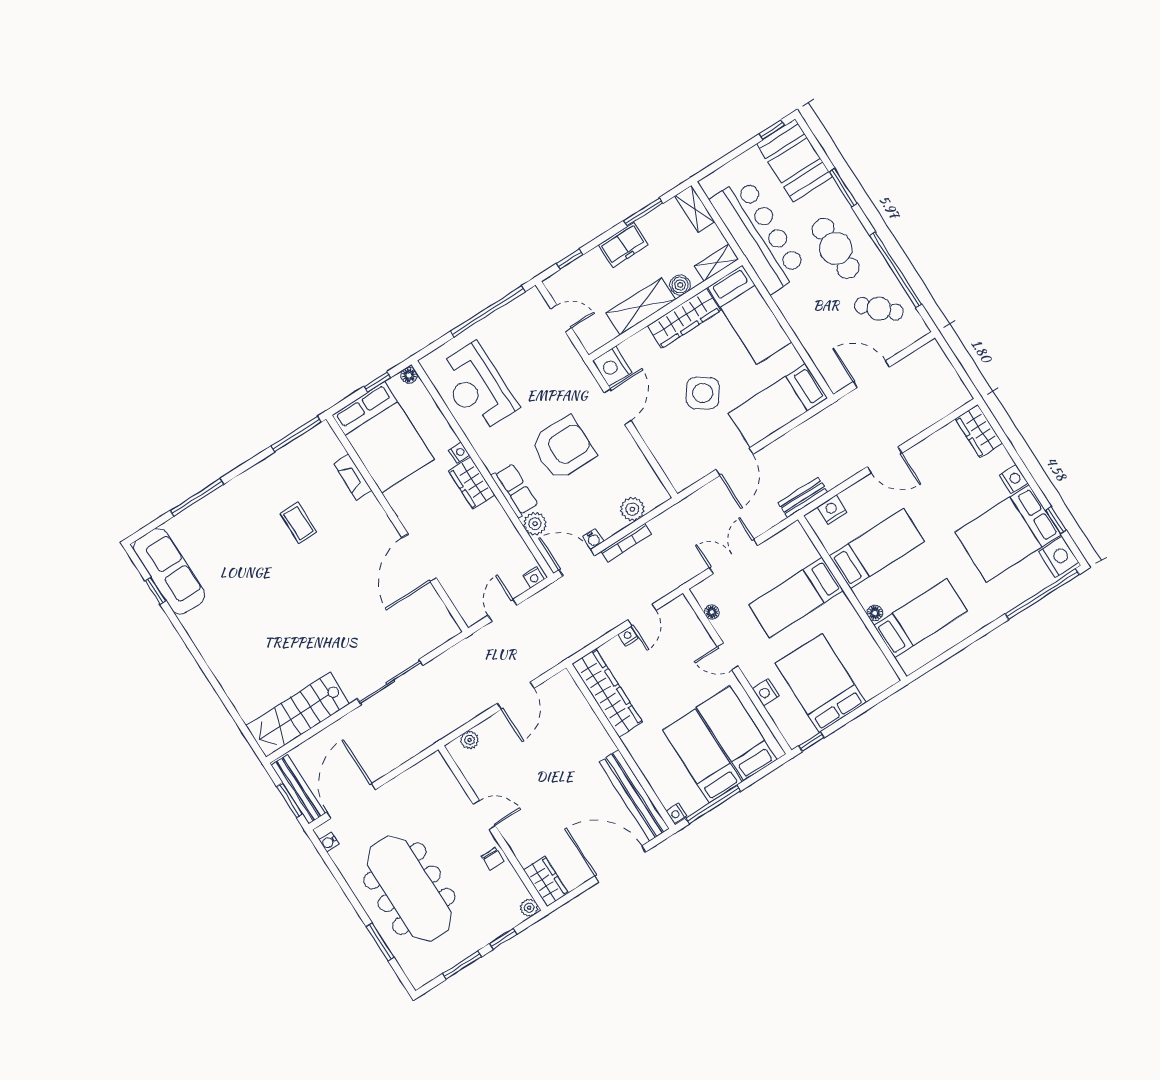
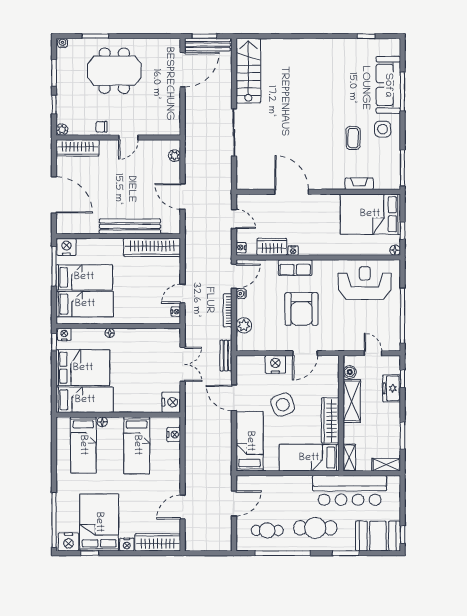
freezer: (623, 245) -> (392, 388), moved
boiler: (680, 285) -> (350, 372), moved
cafe table: (879, 309) -> (267, 530), turned 46
door: (561, 318) -> (373, 353), swing flipped
nightstand: (612, 366) -> (275, 364), moved
side table: (703, 393) -> (283, 405), turned 35
door: (618, 407) -> (305, 353), hinge flipped
wardrobe: (979, 431) -> (158, 542), width x1.50
nightstand: (459, 453) -> (293, 251), moved
door: (884, 460) -> (183, 507), moved
wardrobe: (472, 483) -> (272, 247), moved
side table: (262, 492) -> (383, 129), added
bench: (803, 497) -> (226, 355), moved
coffee table: (298, 523) -> (353, 138), turned 90
plant: (535, 524) -> (270, 267), removed
nightstand: (792, 540) -> (171, 402), added
sofa: (169, 571) -> (388, 85), moved, turned 90
bed: (796, 598) -> (85, 400), moved, turned 90
floor lamp: (712, 612) -> (110, 333), moved
door: (642, 615) -> (183, 294), hinge flipped
nightstand: (628, 636) -> (176, 312), moved
door: (728, 656) -> (130, 326), removed
nightstand: (766, 692) -> (64, 334), moved
bench: (634, 795) -> (130, 226), moved
door: (351, 801) -> (183, 70), hinge flipped
nightstand: (676, 814) -> (66, 247), width x1.89, depth x1.79
water cooler: (329, 842) -> (63, 43), moved
door: (620, 864) -> (54, 195), hinge flipped
wardrobe: (546, 881) -> (78, 148), width x1.50
meeting table: (409, 889) -> (114, 71), width x0.73

